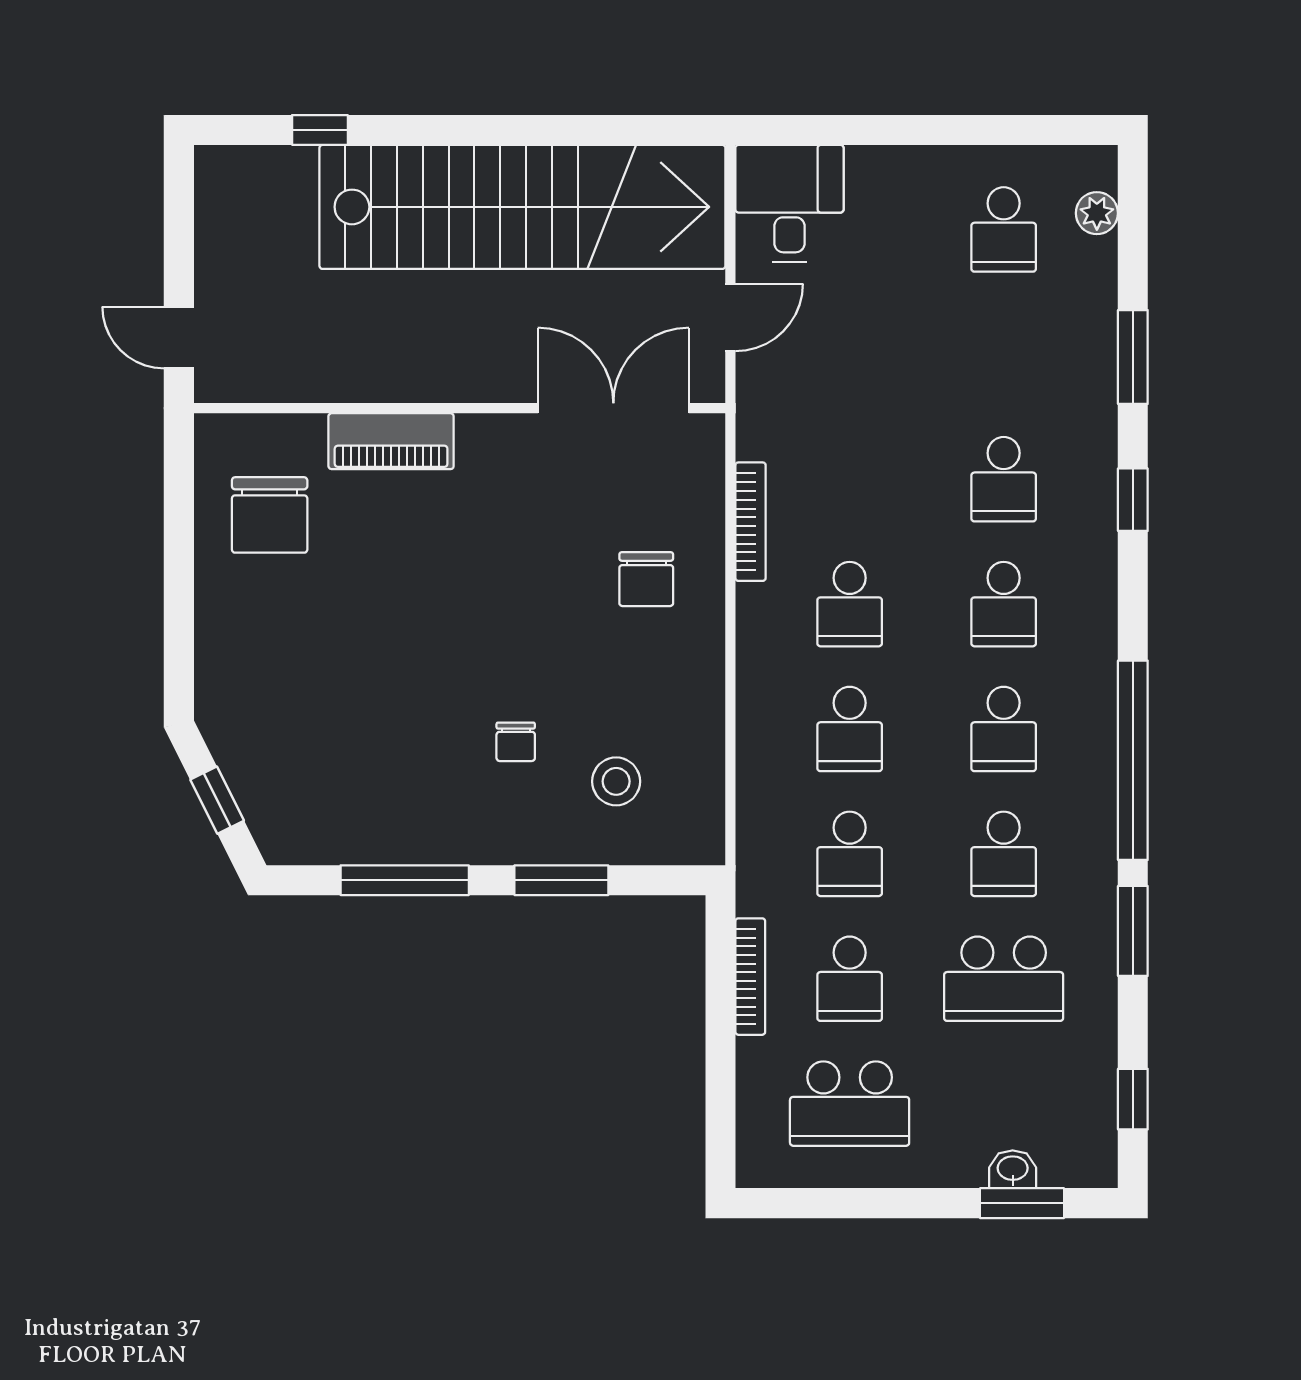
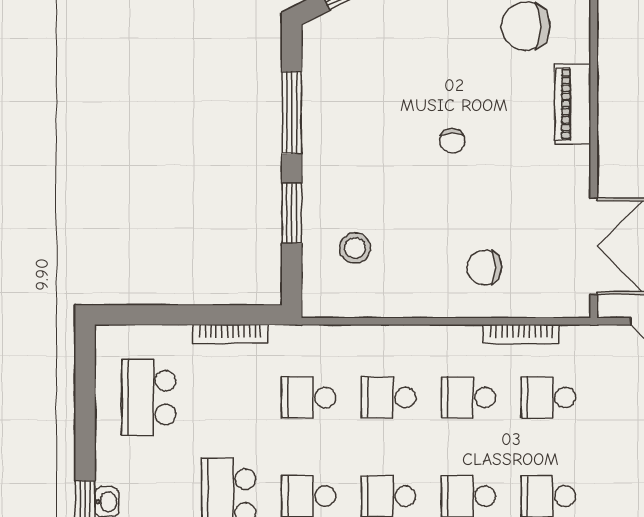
chair: (516, 742) -> (452, 141), moved, turned -90
school desk: (850, 979) -> (548, 398), moved

